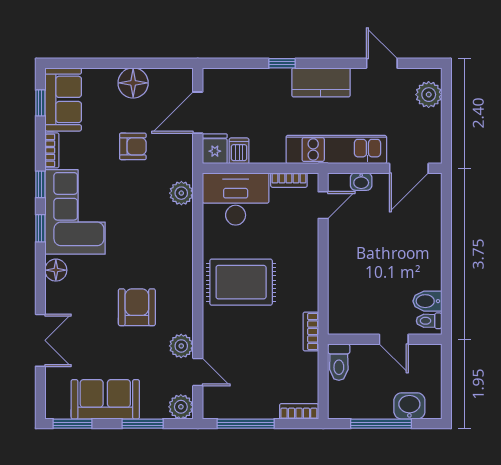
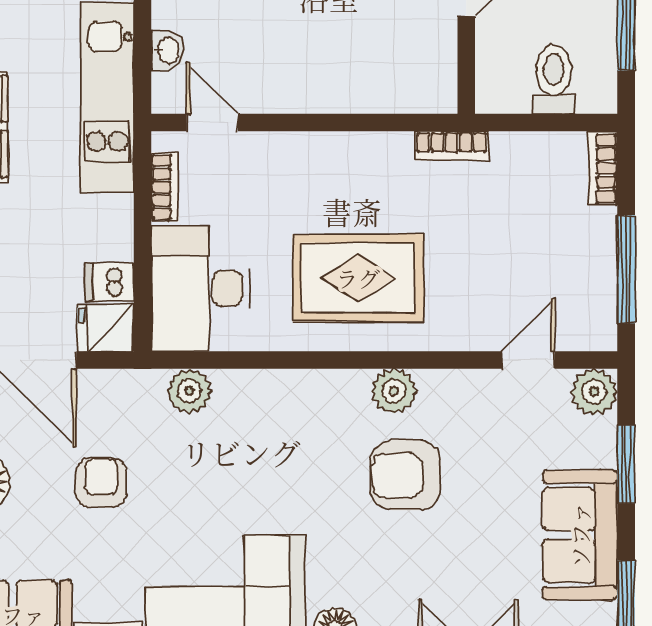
rug: (241, 282) -> (358, 278), turned 90
plant: (181, 346) -> (394, 391), moved
toilet: (339, 362) -> (554, 79), moved, turned -90

